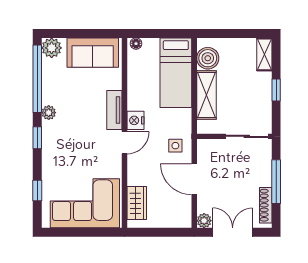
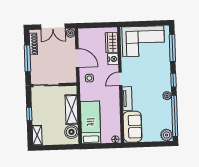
sofa: (93, 53) -> (133, 127), moved, turned 90
nightstand: (135, 120) -> (113, 59), moved
window: (37, 190) -> (172, 48), width x2.17

